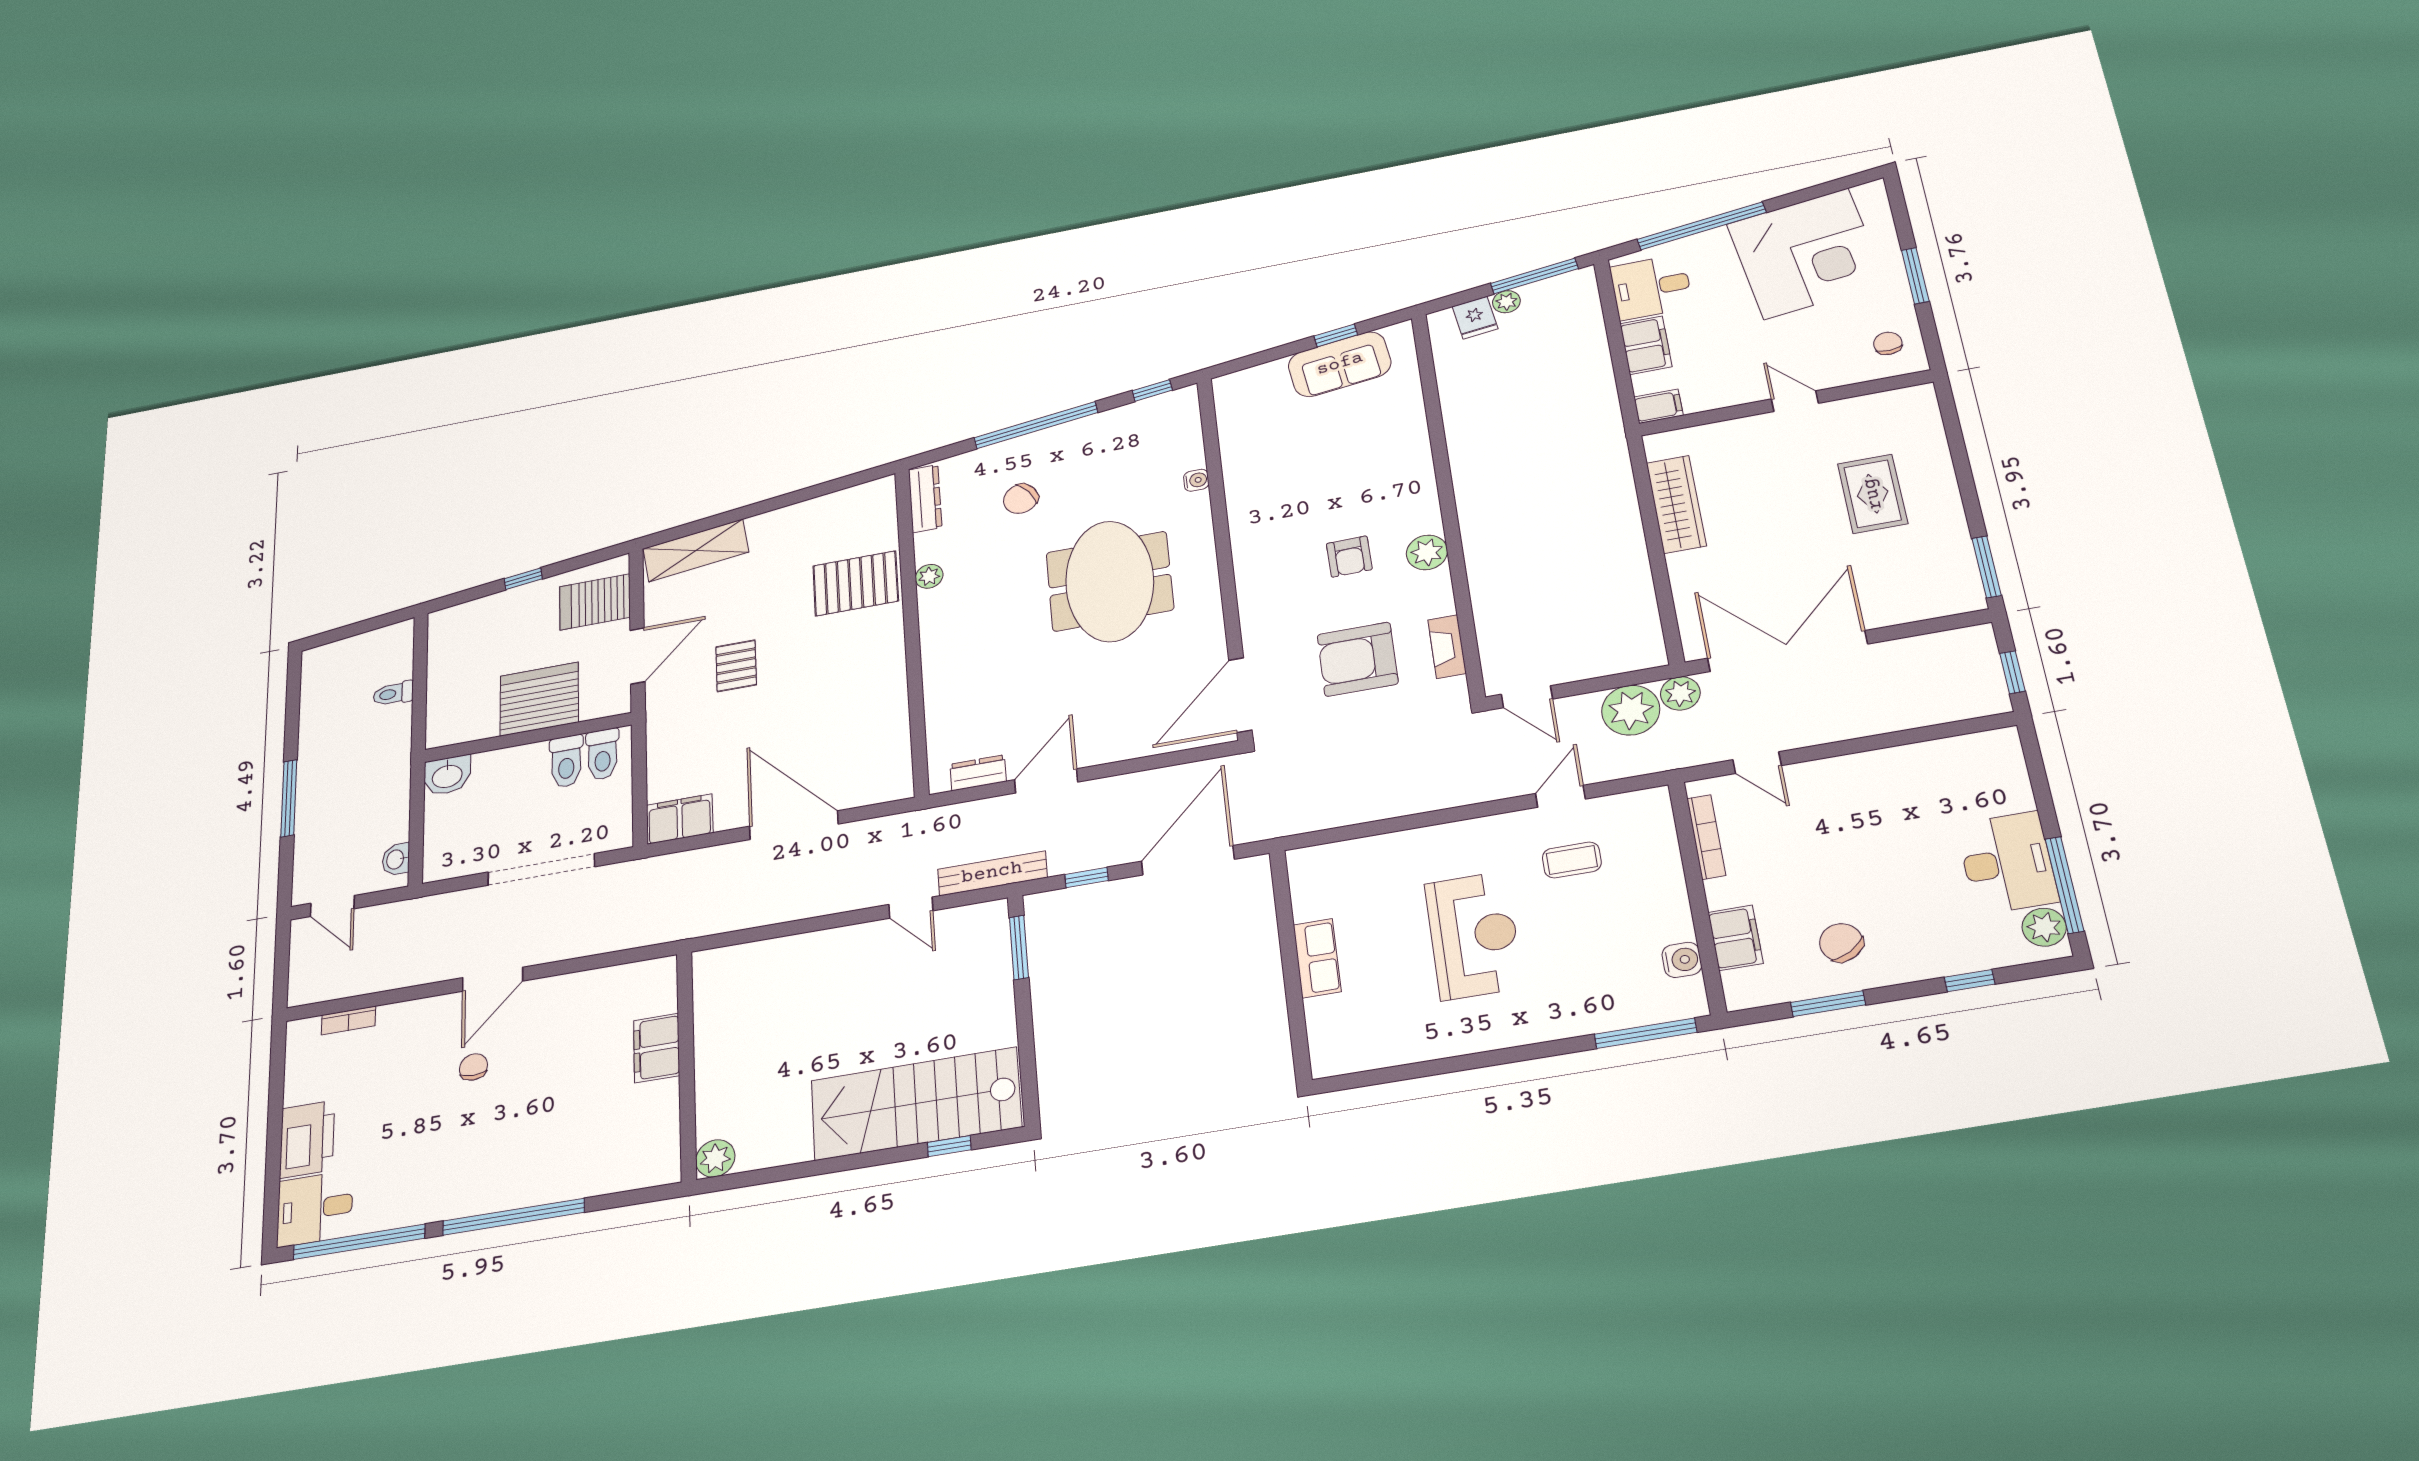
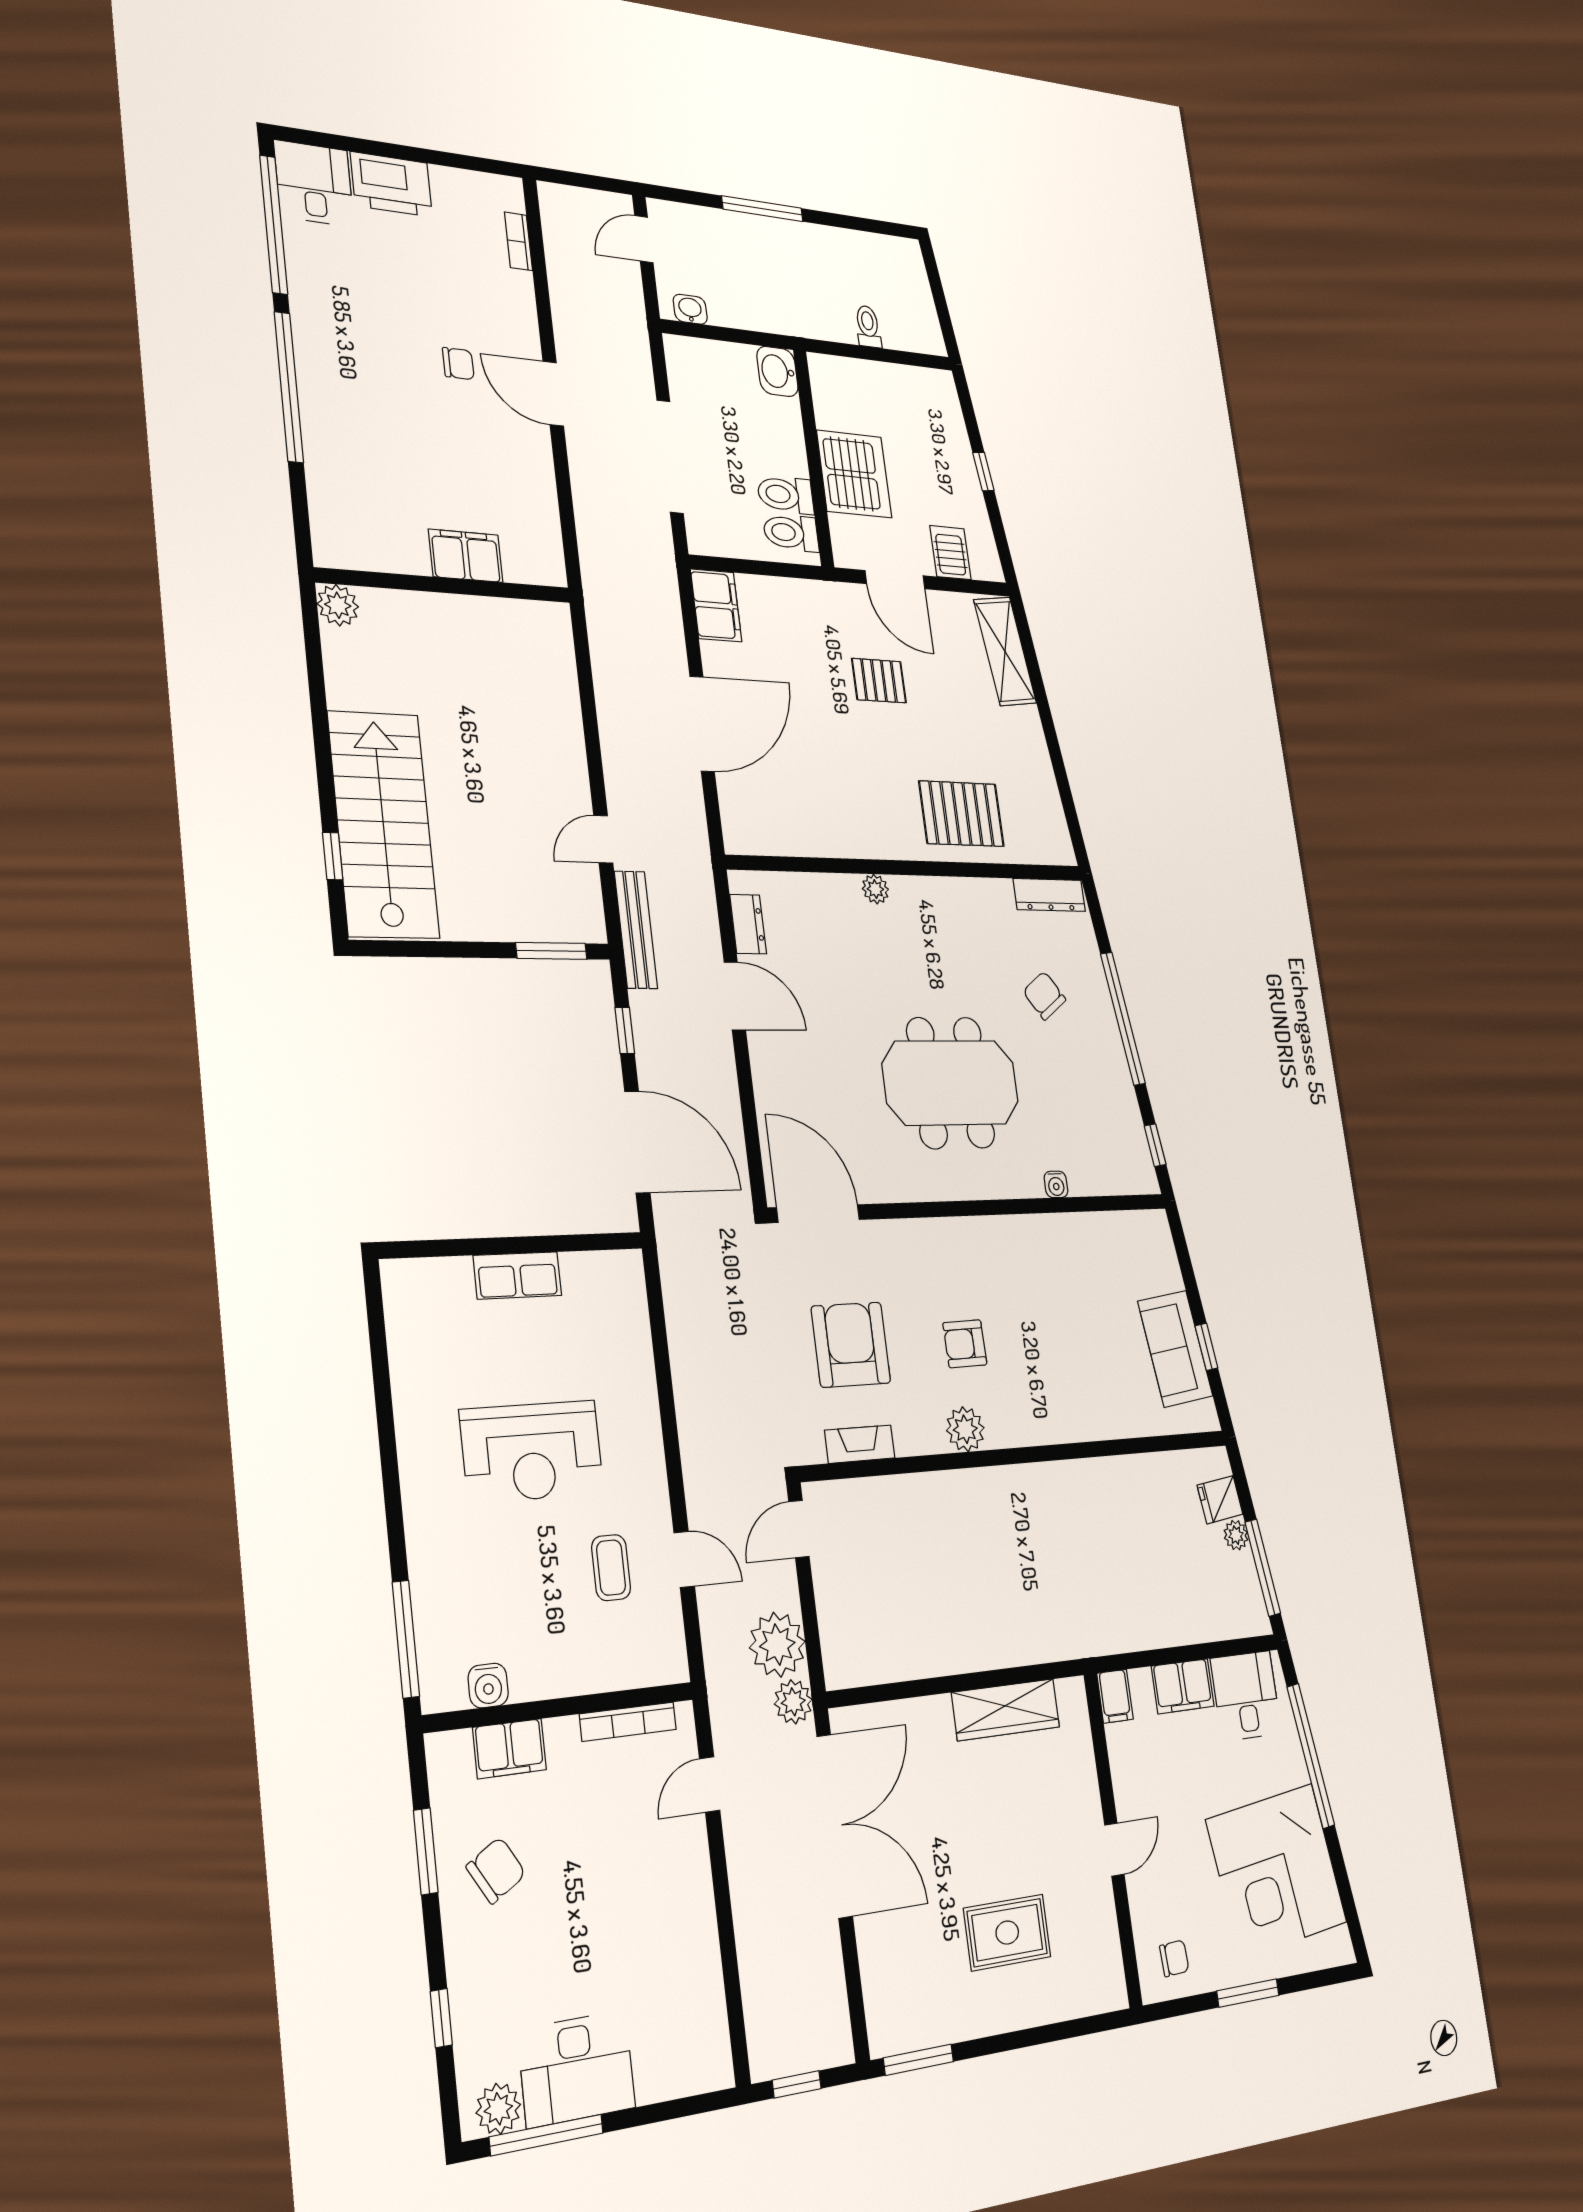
plant: (929, 576) -> (875, 889), moved
pallet: (856, 583) -> (961, 814), turned 90
server rack: (595, 602) -> (950, 553), width x0.73, depth x0.70

